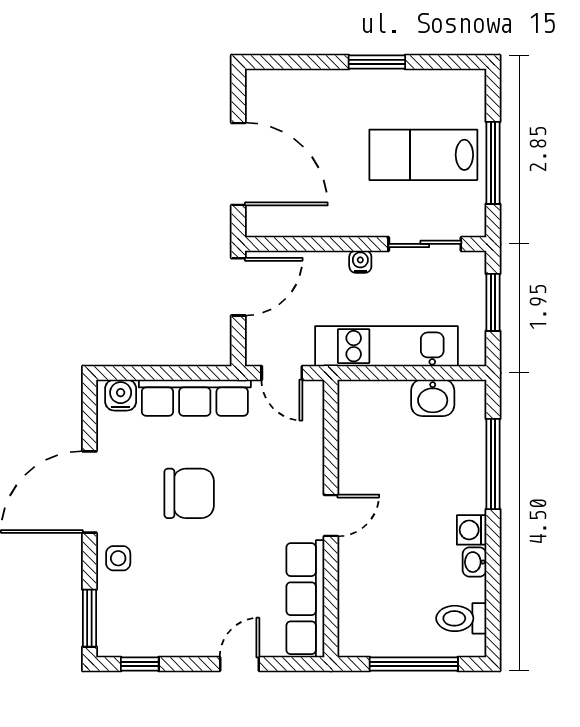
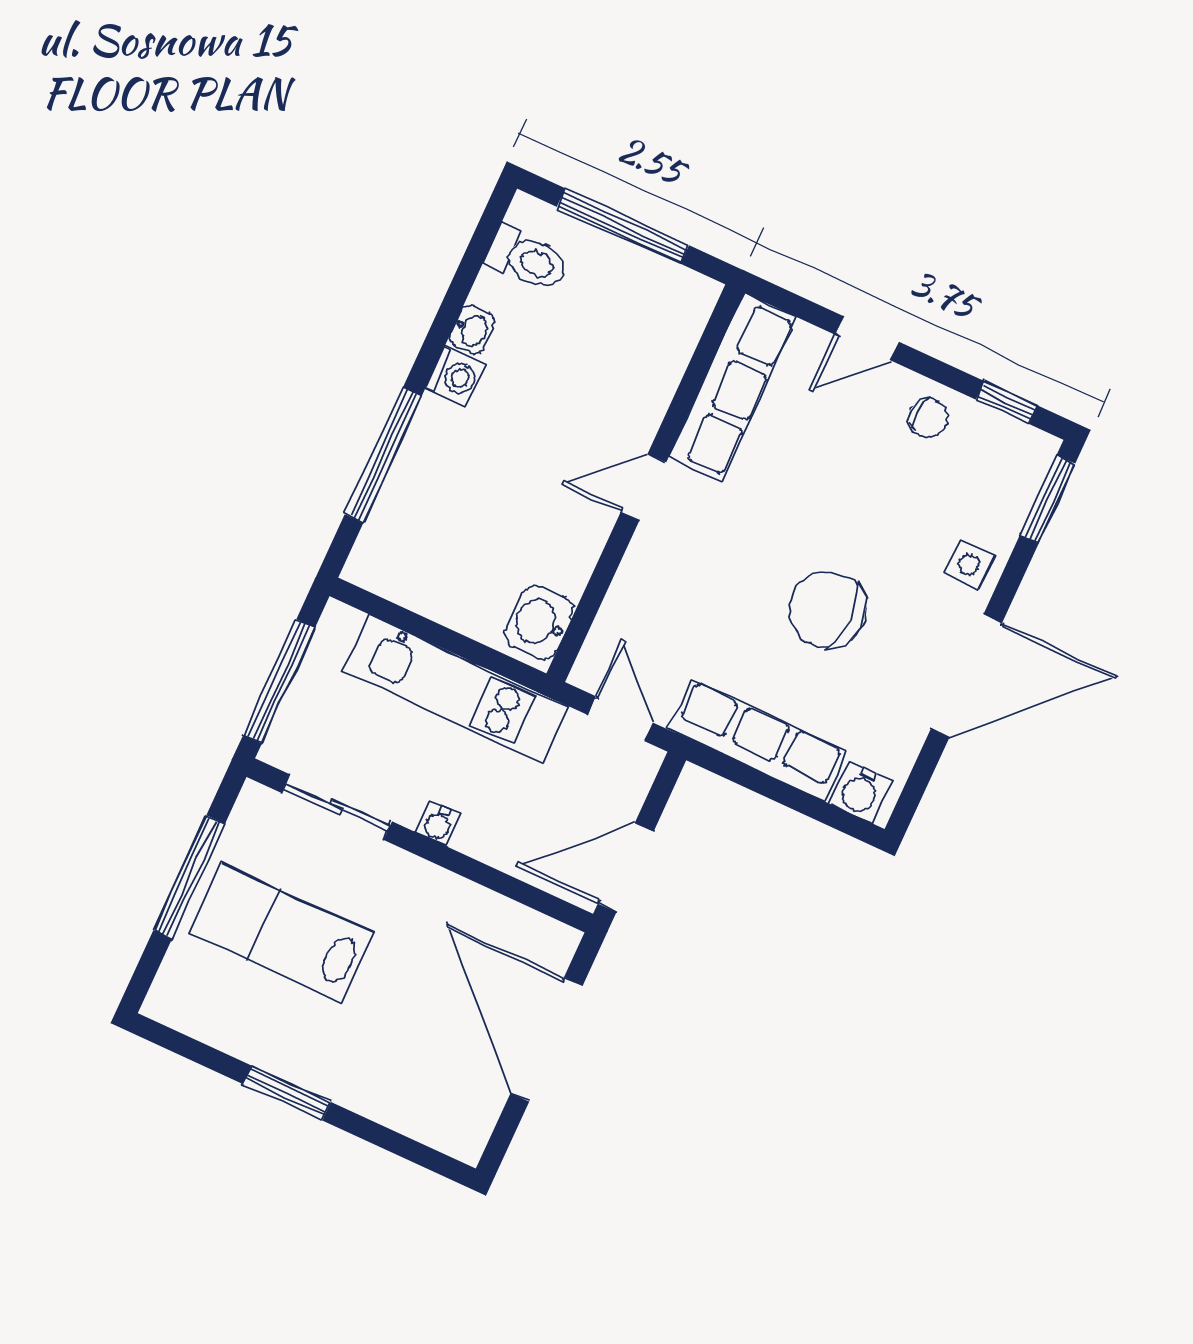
lab bench: (423, 155) -> (281, 933), turned 180
window: (493, 302) -> (279, 681), width x1.44
washbasin: (433, 398) -> (539, 623), moved, turned -90
chair: (182, 634) -> (928, 418), added

